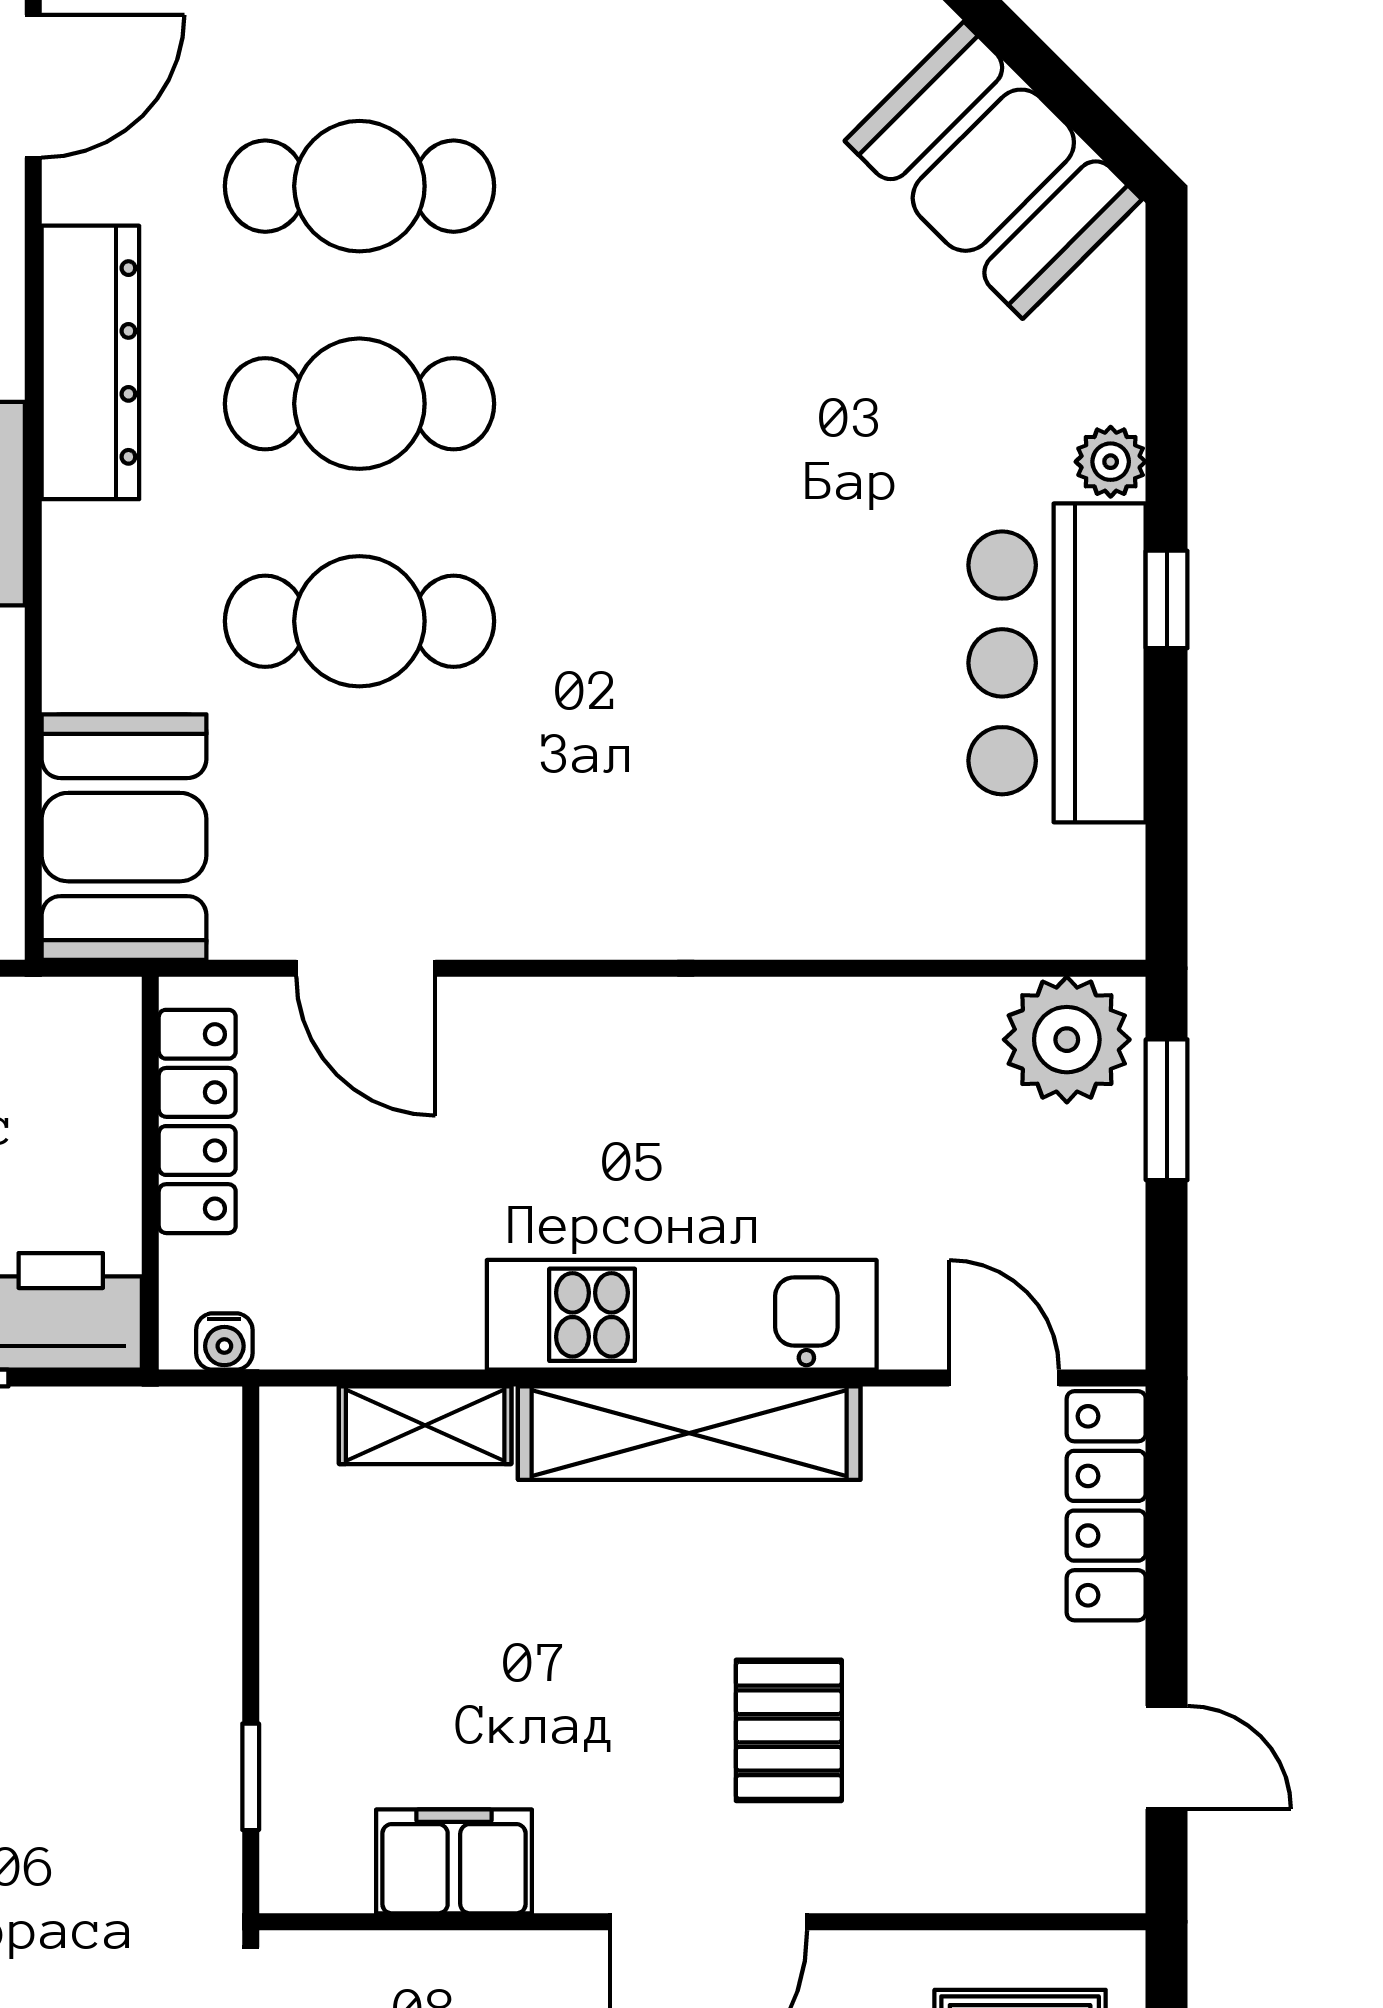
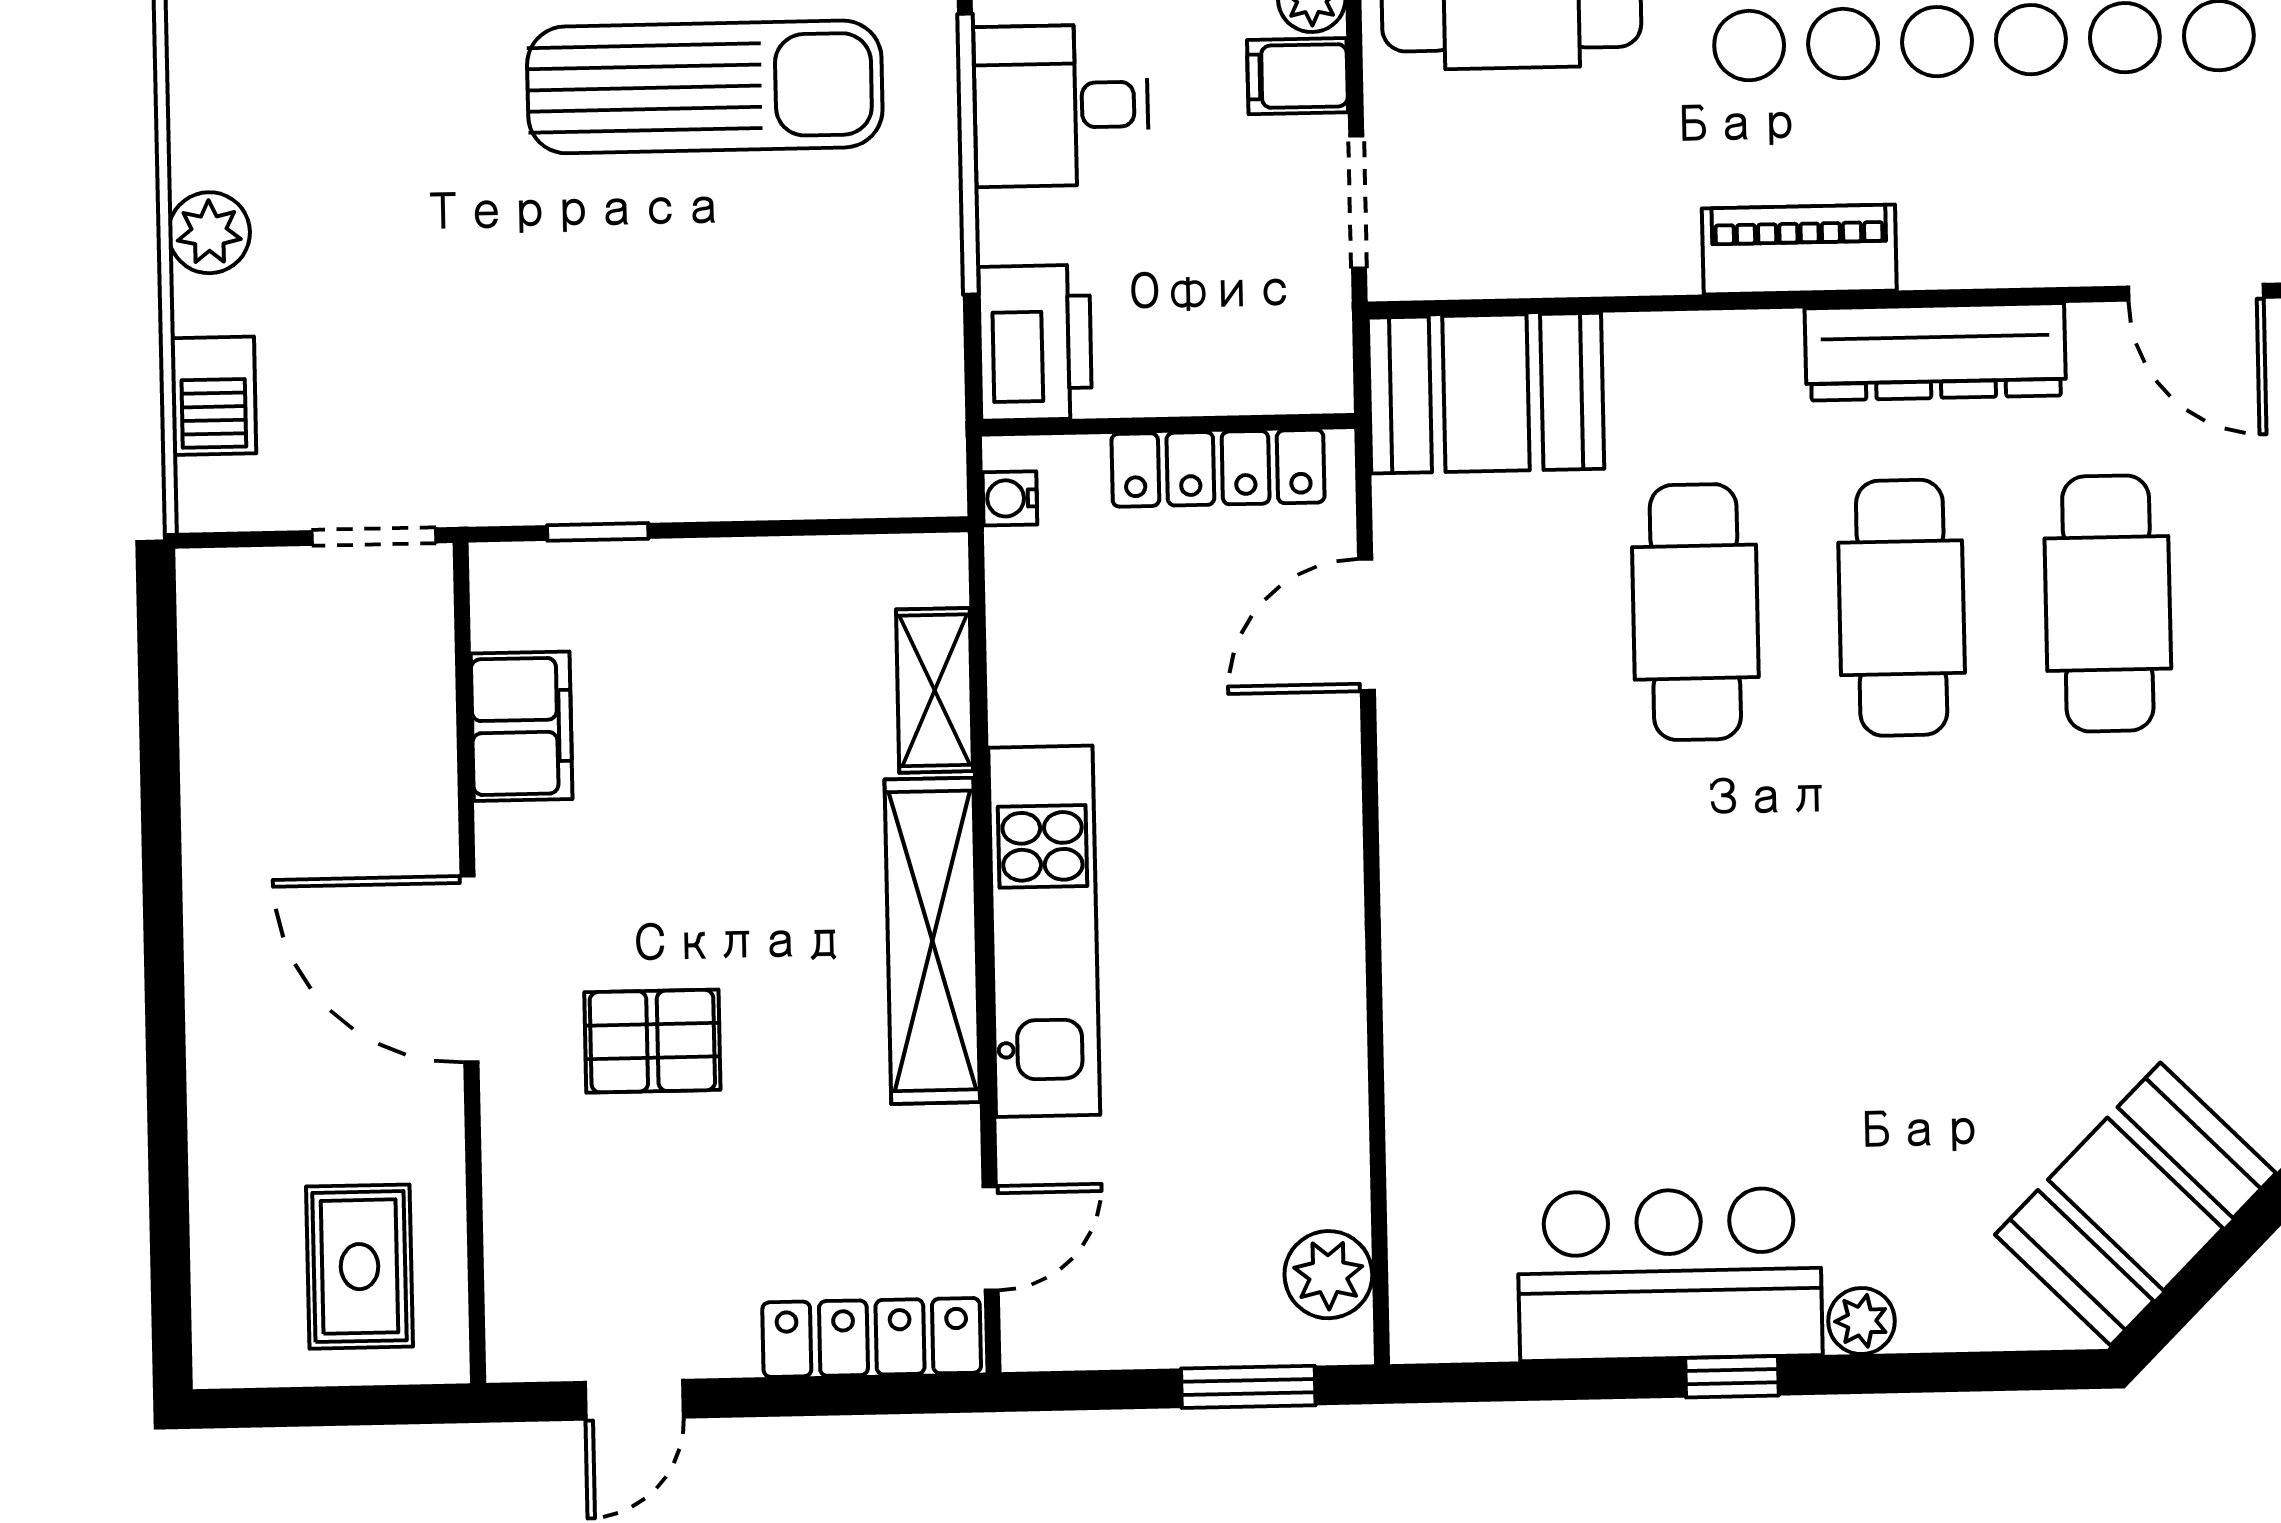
plant: (1067, 1040) -> (1328, 1275), width x0.73, depth x0.73

